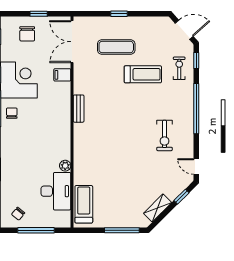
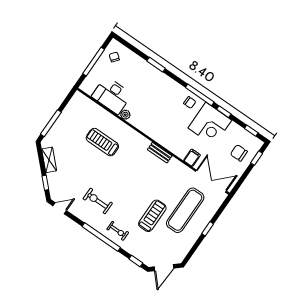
window: (39, 14) -> (257, 158), moved
exercise mat: (116, 47) -> (185, 210), width x1.36, depth x1.45
exercise bike: (179, 68) -> (118, 231), moved
treadmill: (143, 74) -> (152, 216), turned 180
treadmill: (84, 204) -> (102, 142), moved, turned 180

